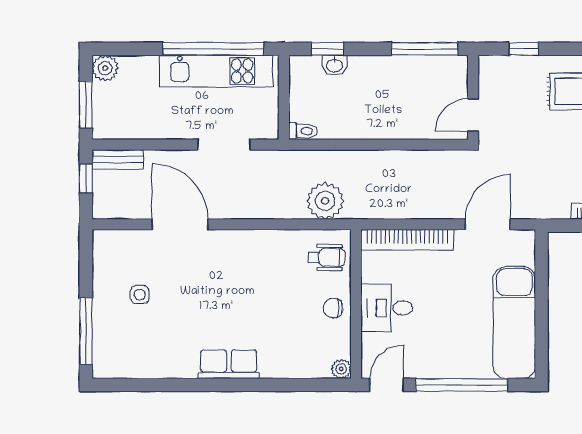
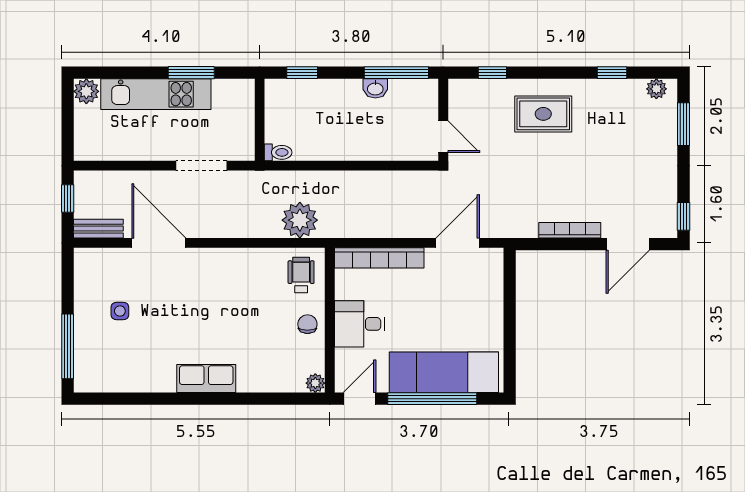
window: (213, 49) -> (191, 73), width x0.47
washbasin: (335, 65) -> (375, 88), moved
kitchen unit: (216, 71) -> (156, 94), moved
window: (86, 105) -> (68, 127), removed
door: (473, 115) -> (443, 137), swing flipped
bench: (118, 159) -> (98, 229), moved
wheelchair: (327, 257) -> (301, 275), turned -90
chair: (333, 308) -> (307, 324), turned 90
exam couch: (514, 323) -> (444, 372), moved, turned 90

